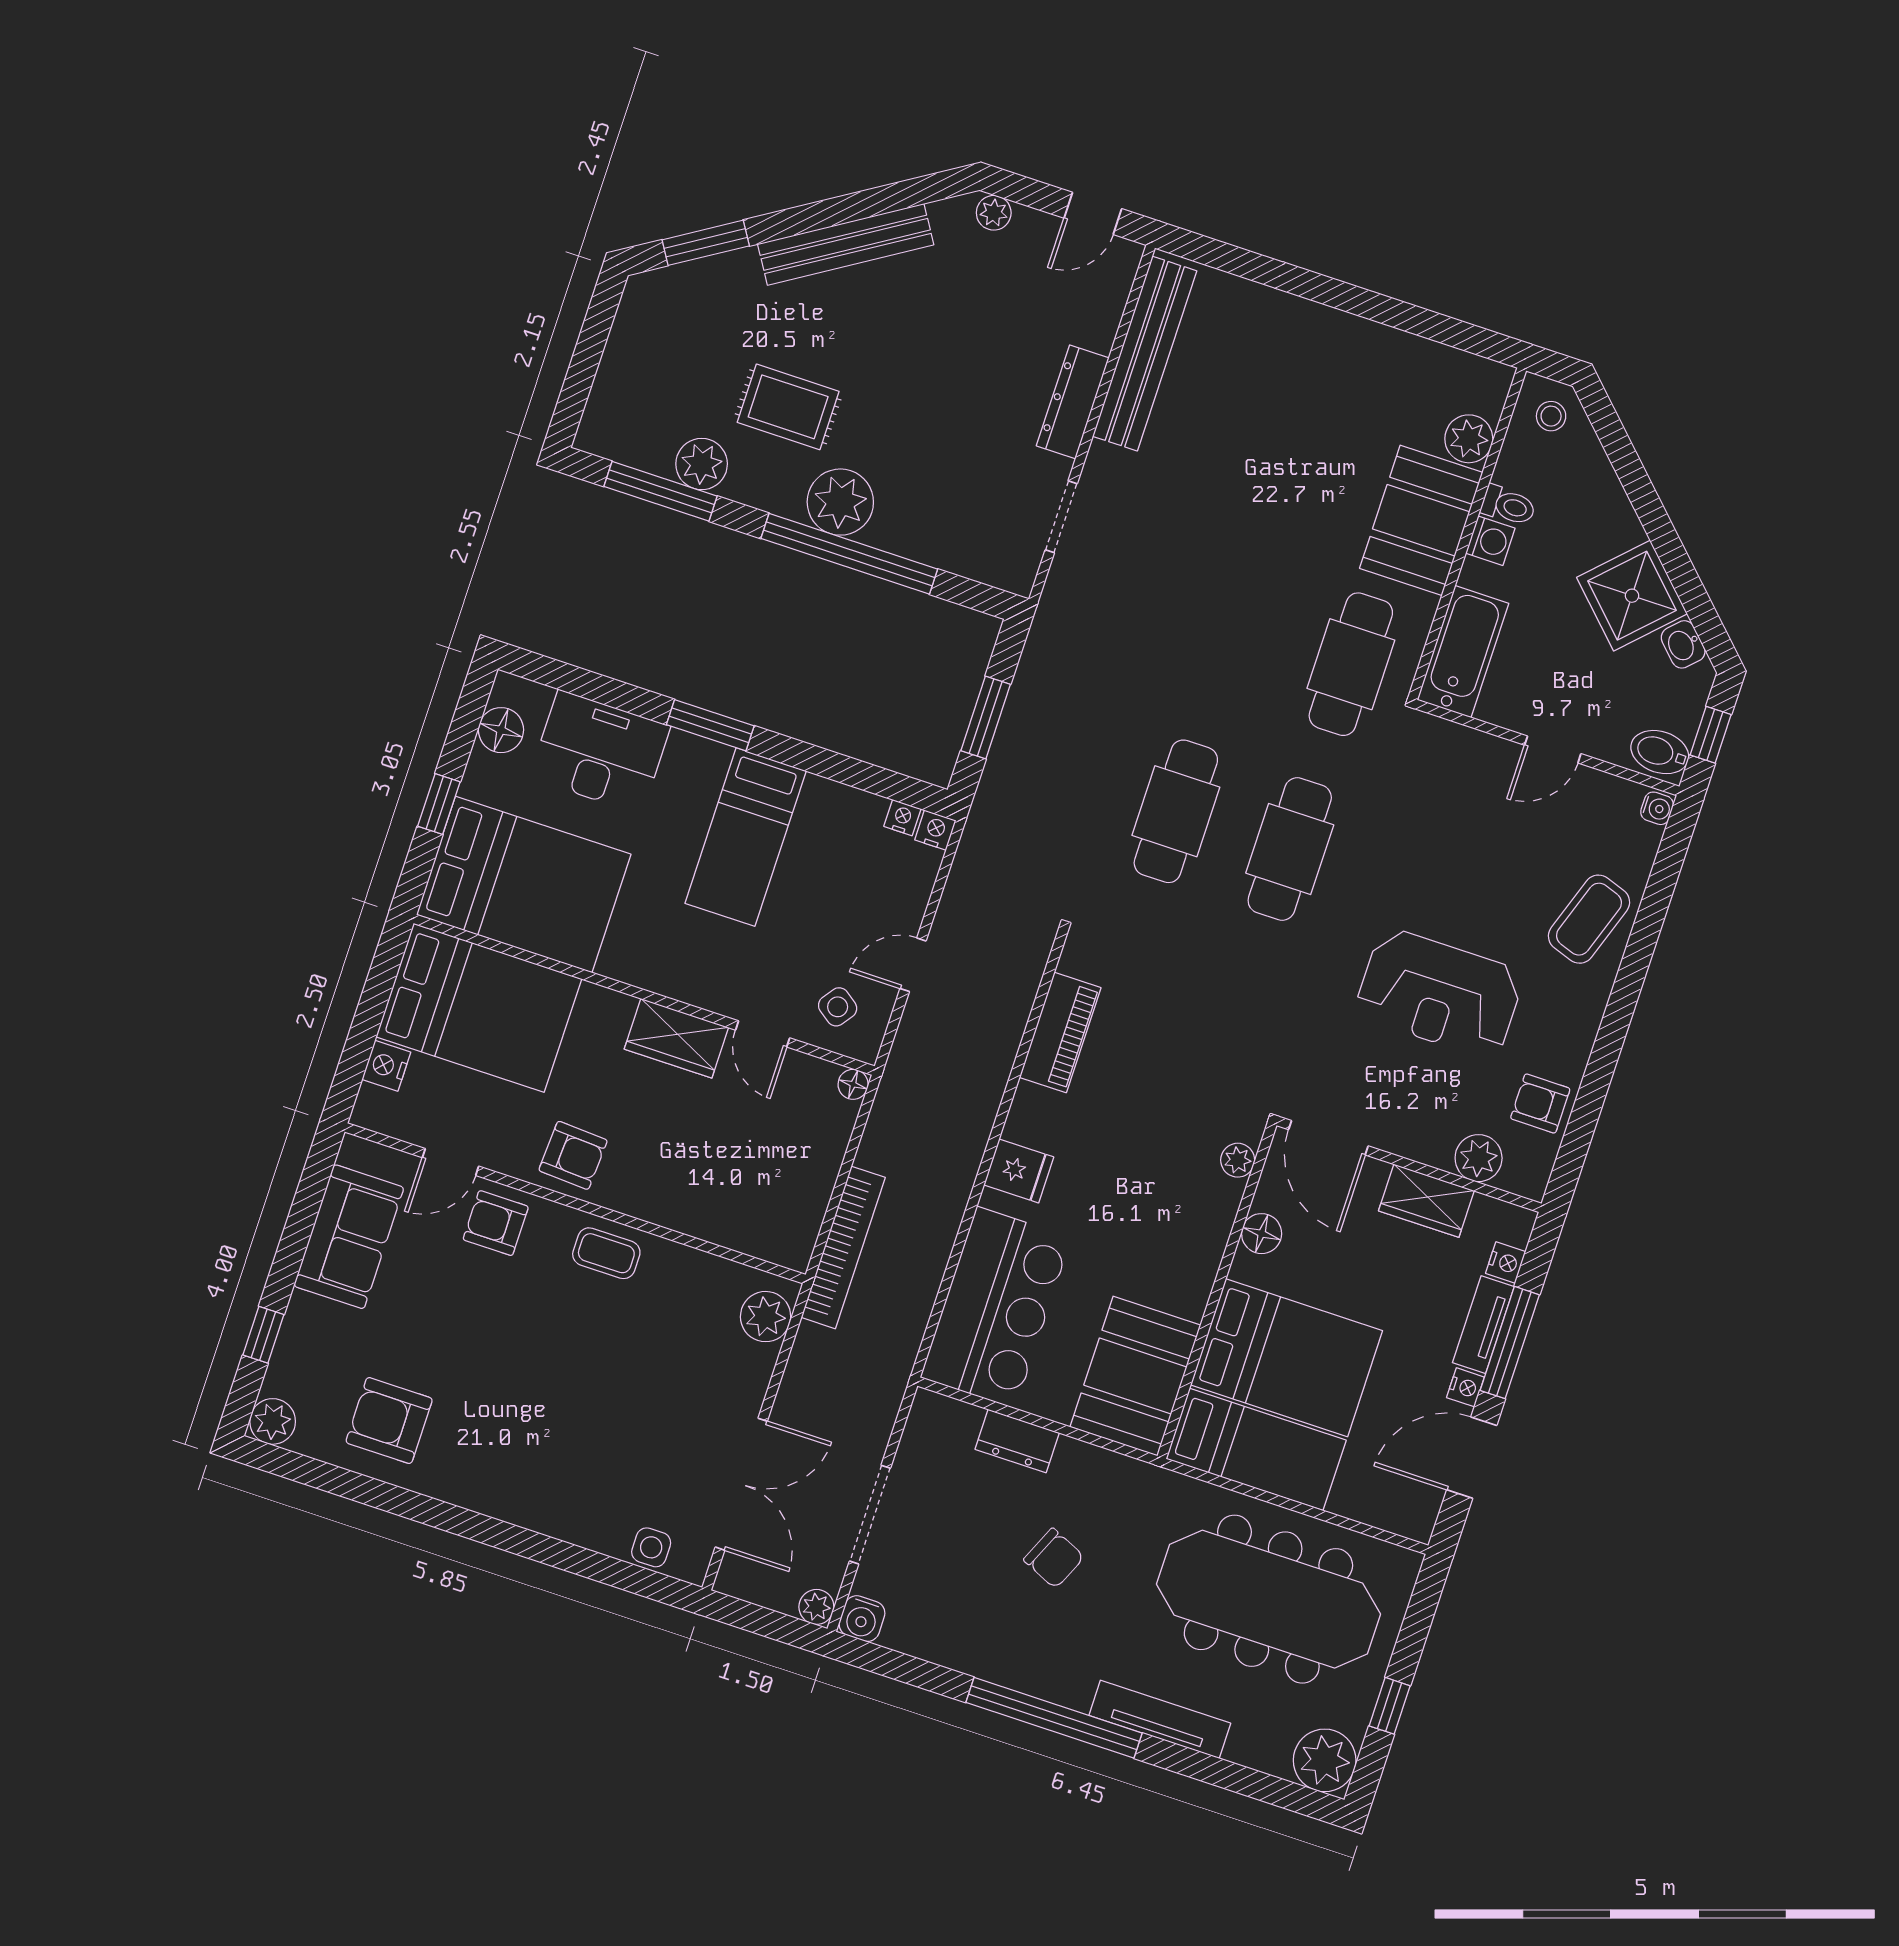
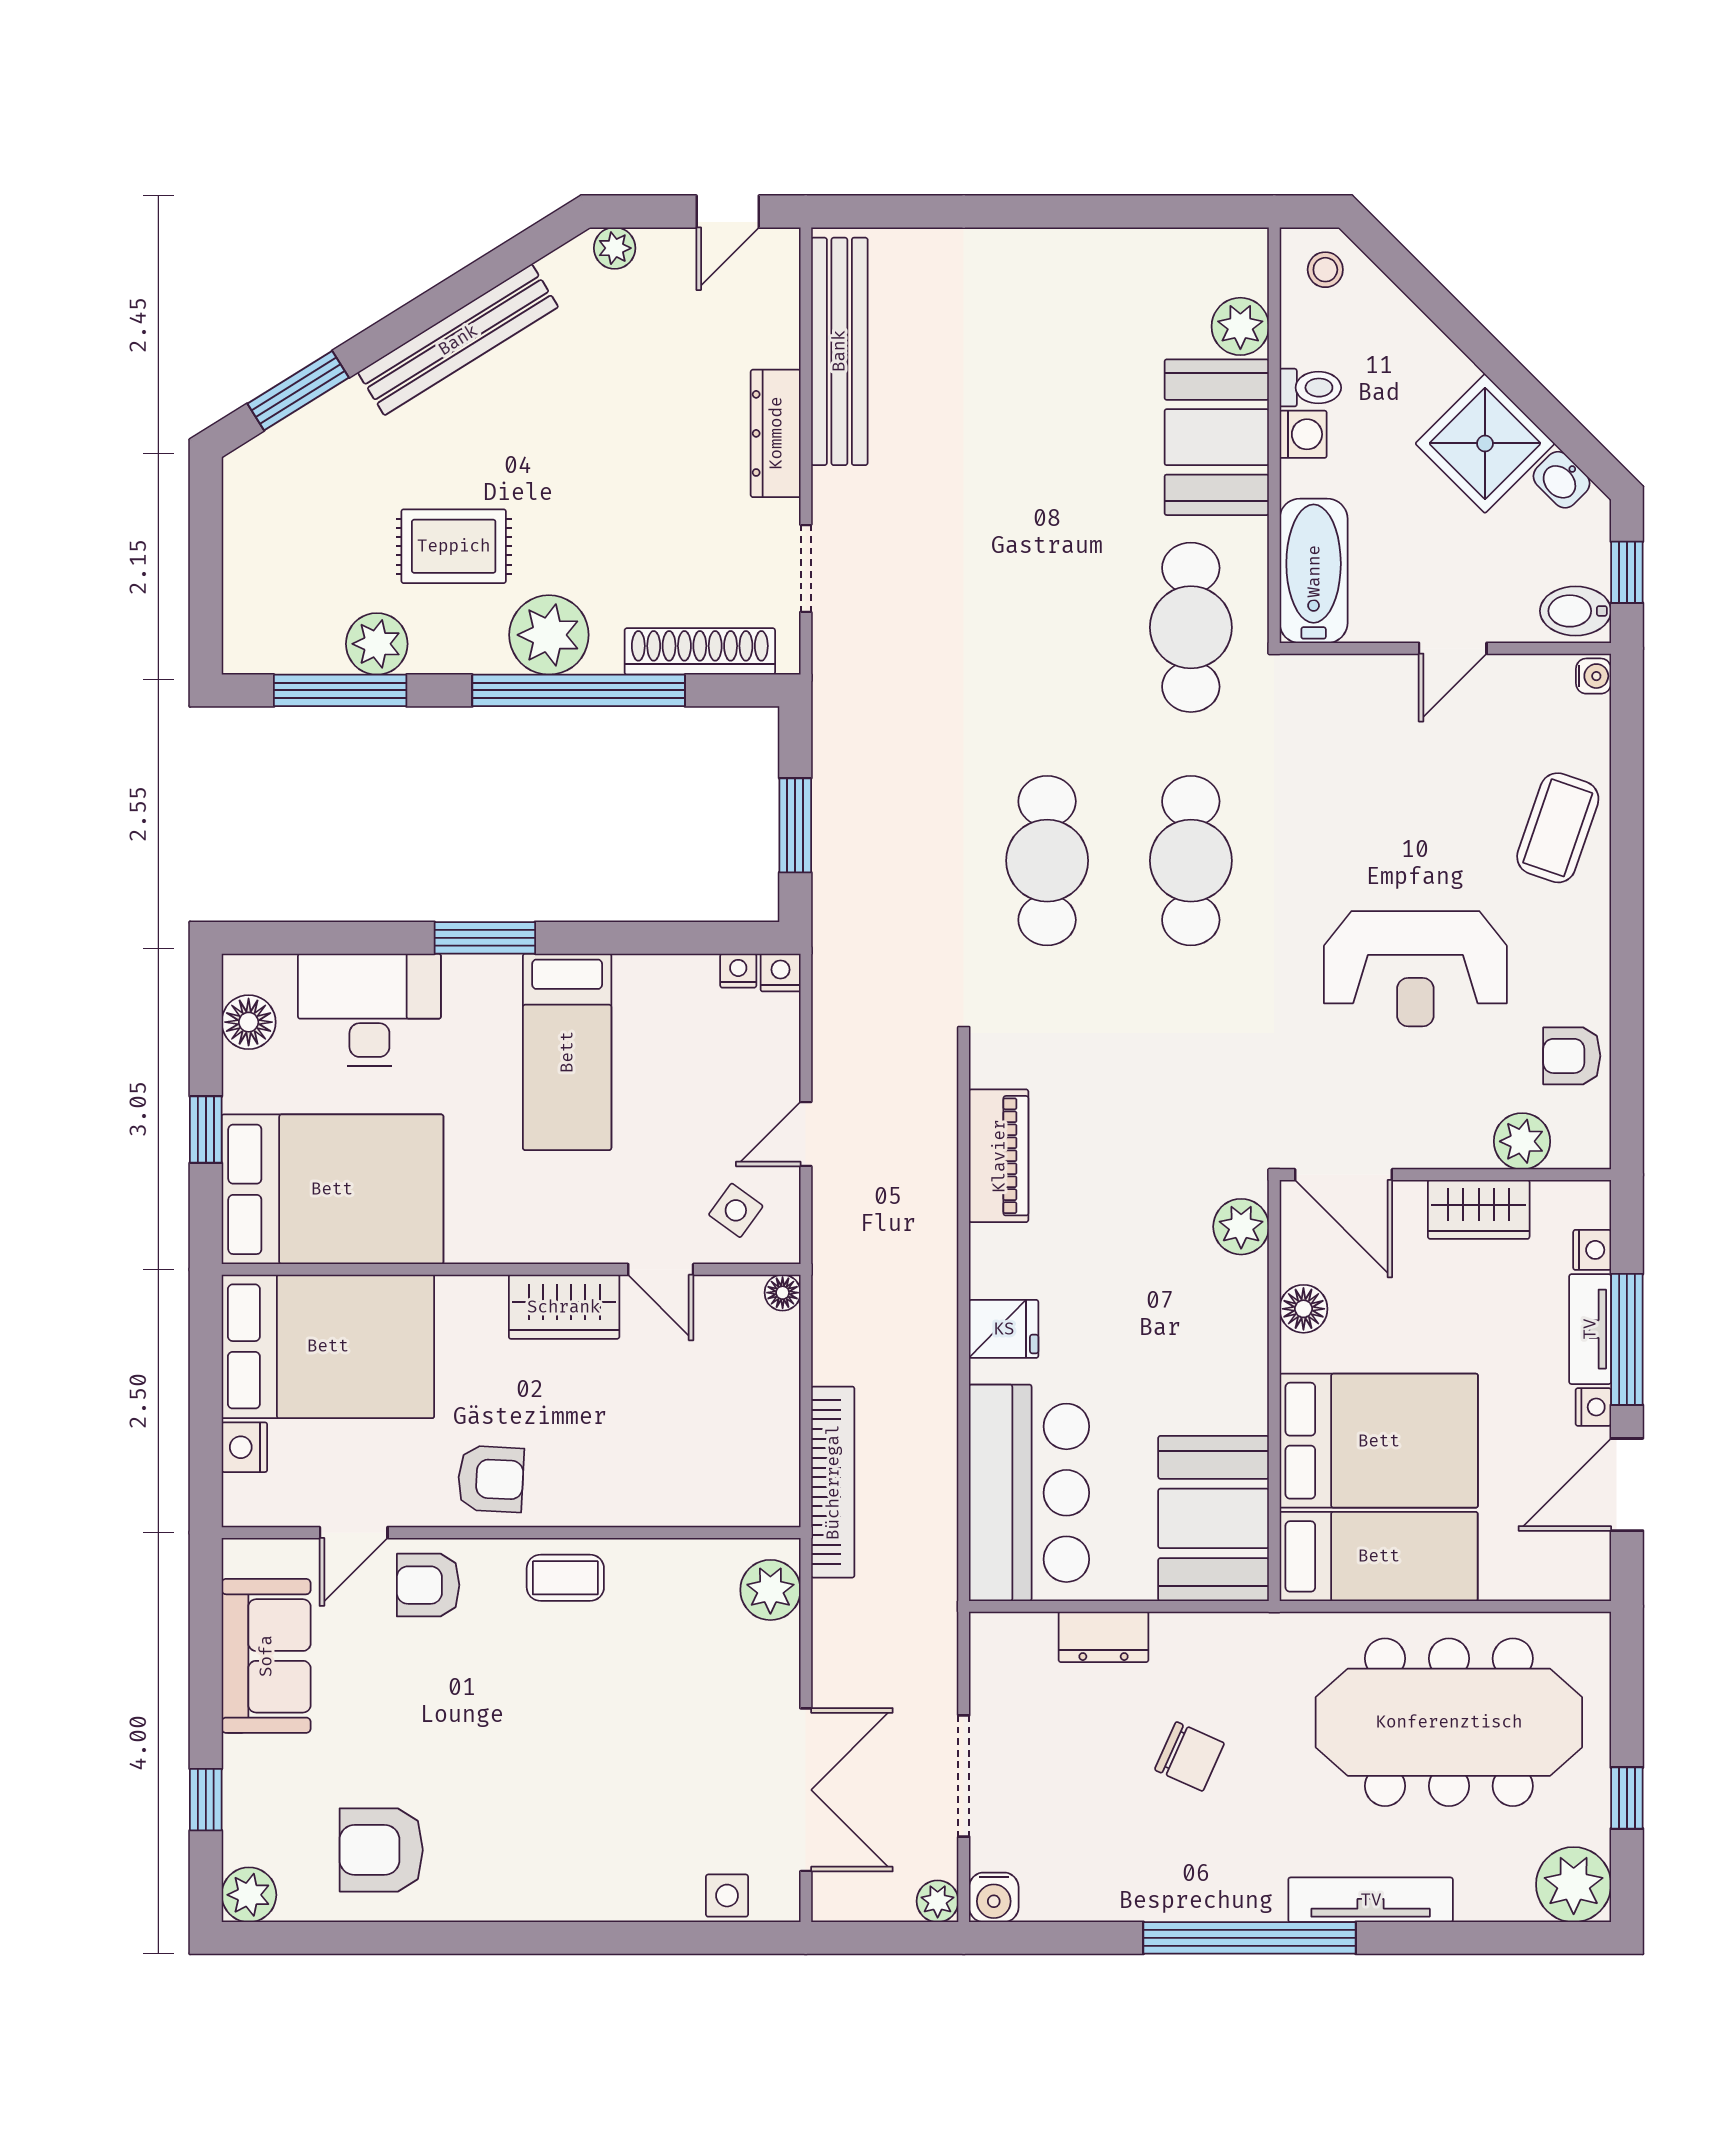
shoe rack: (956, 555) -> (700, 651), added
plant: (1238, 1160) -> (1241, 1227), width x1.38, depth x1.38

